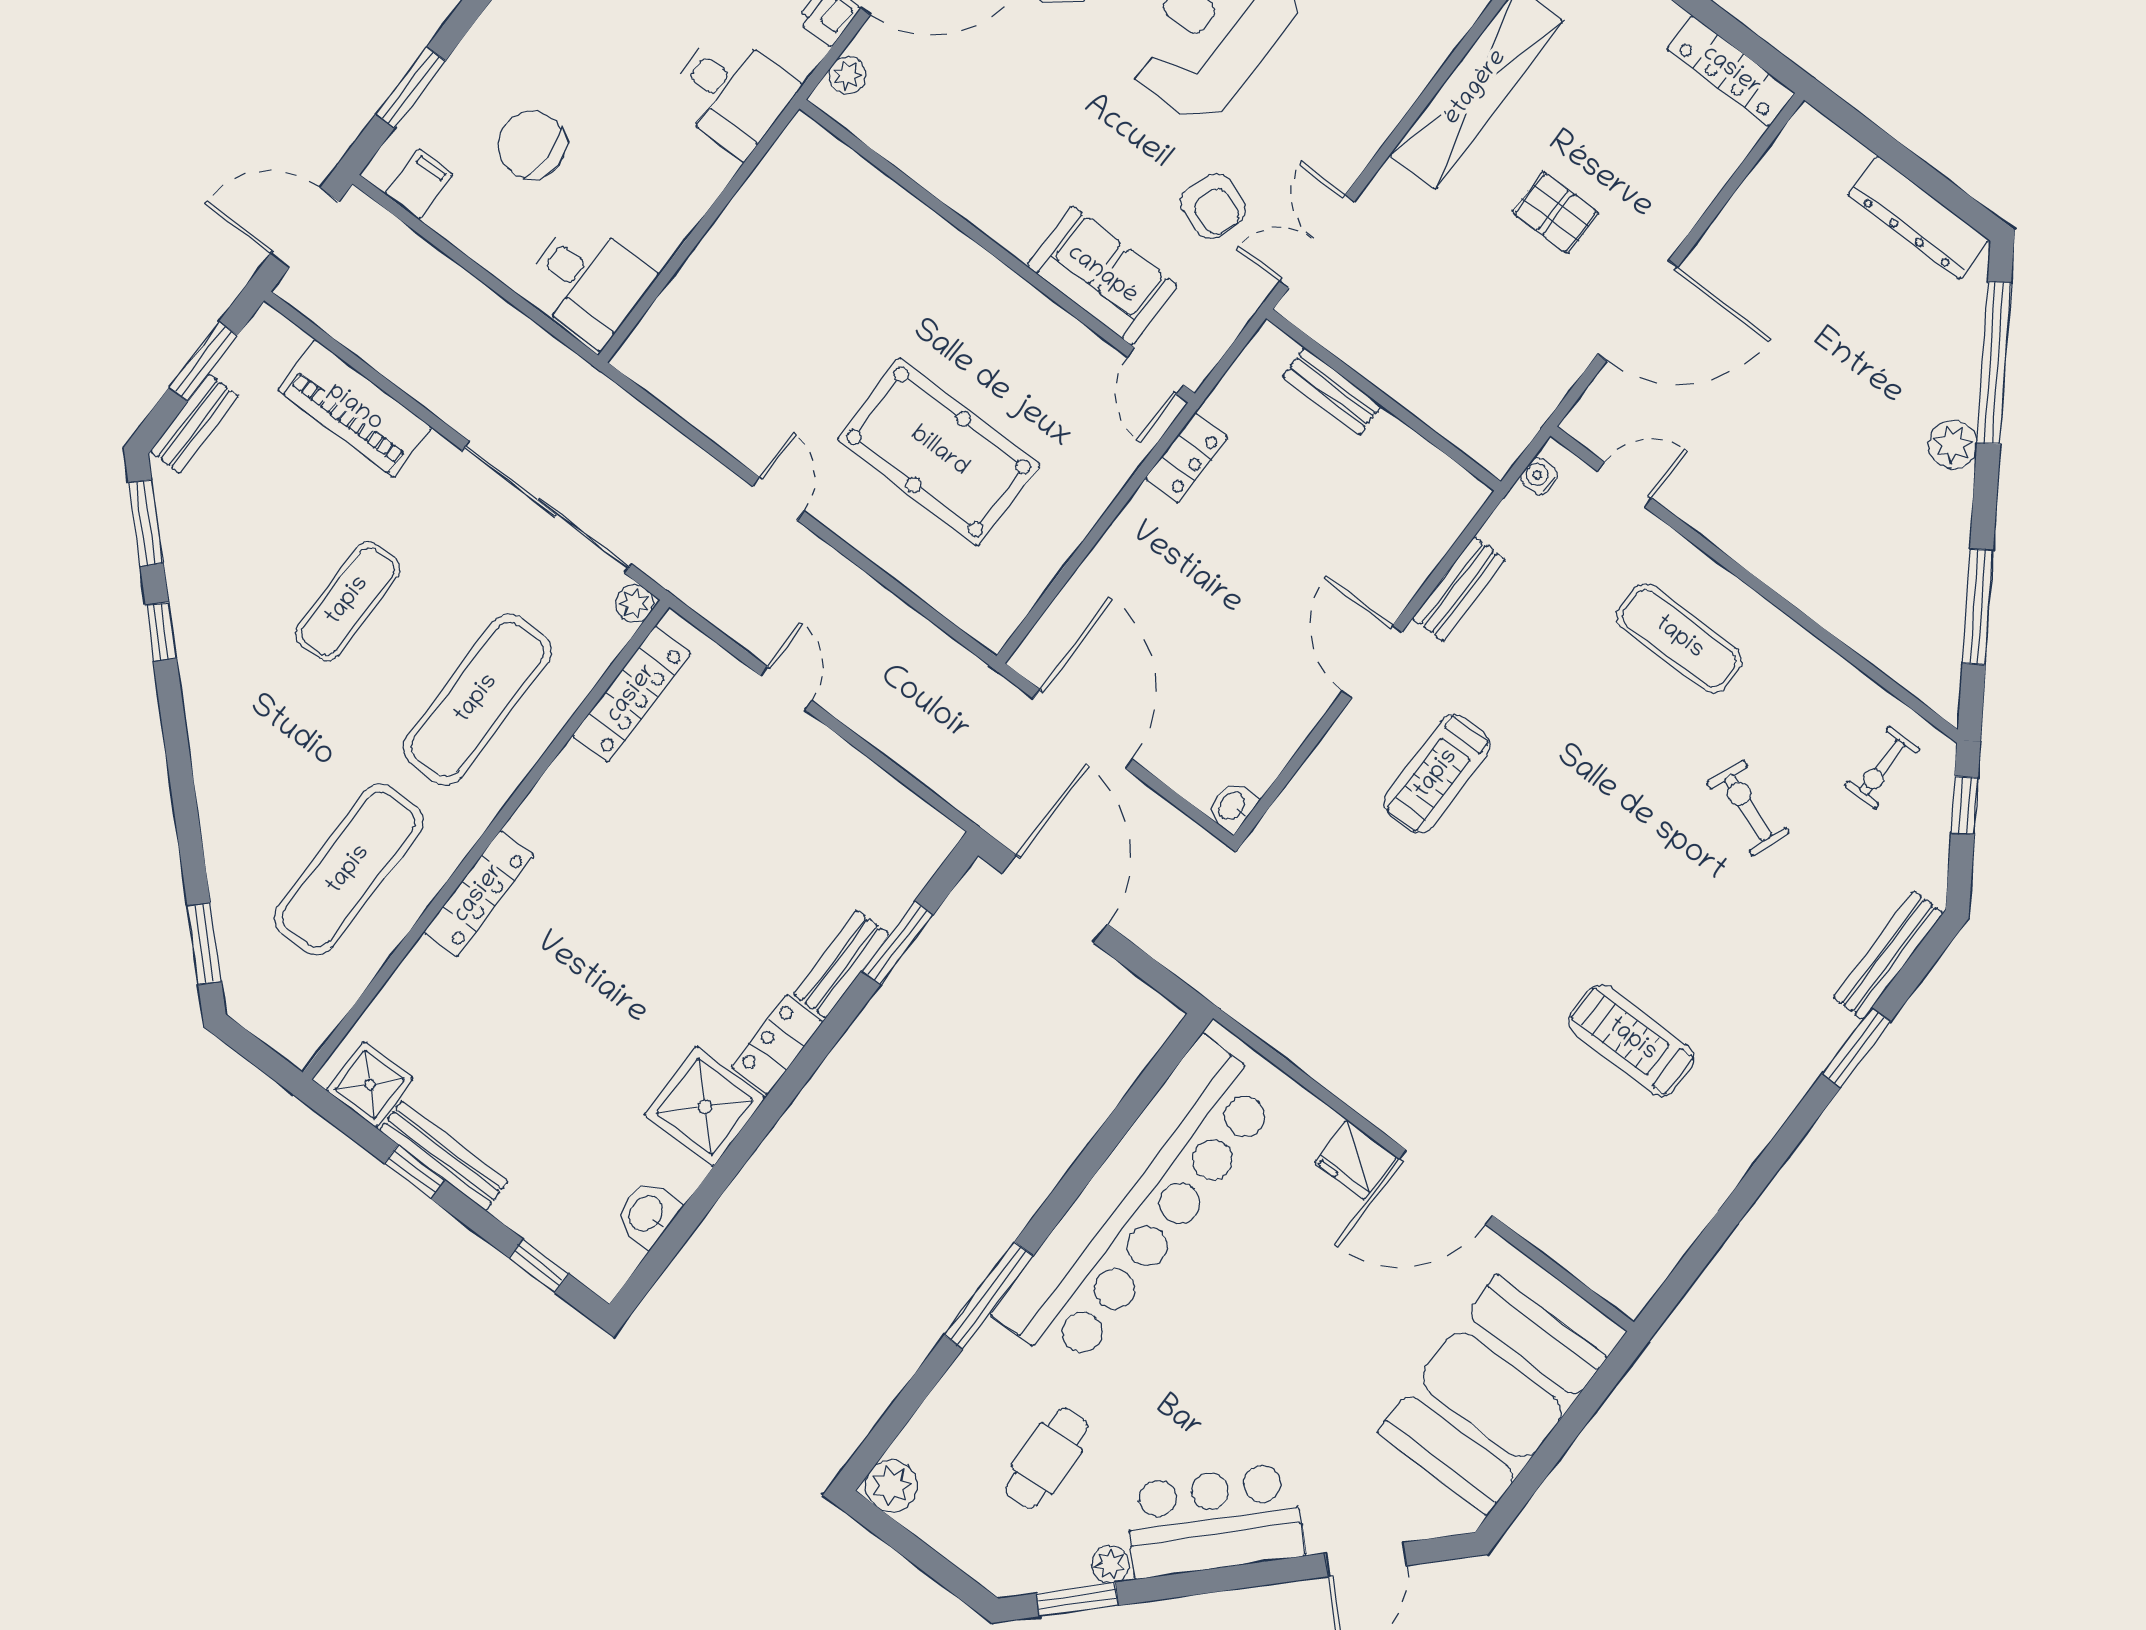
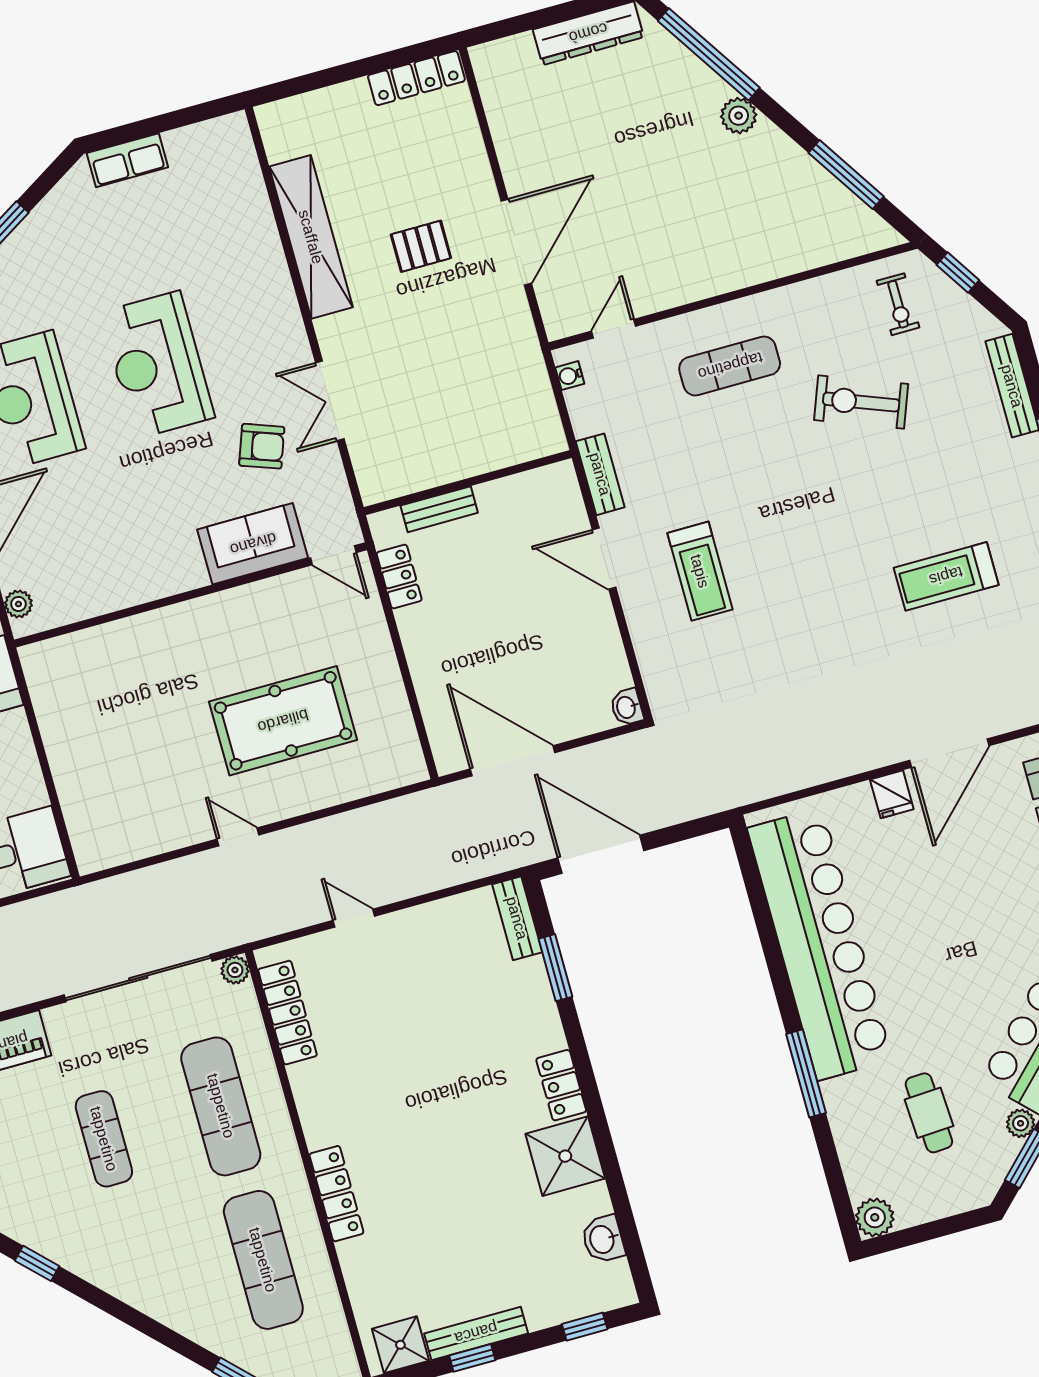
bench: (1332, 391) -> (439, 509), moved
wall: (1384, 400) -> (468, 483), moved
exercise bike: (1748, 808) -> (861, 402), width x1.38, depth x1.39
bench: (841, 964) -> (517, 918), moved
fridge: (1355, 1160) -> (892, 794), width x0.72

